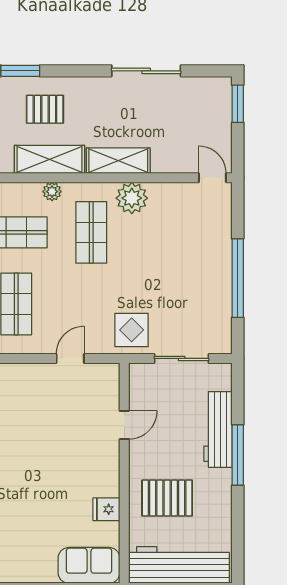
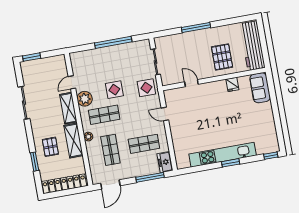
door: (212, 178) -> (72, 82), moved
display table: (140, 263) -> (114, 90), added
workbench: (218, 429) -> (186, 39), removed

